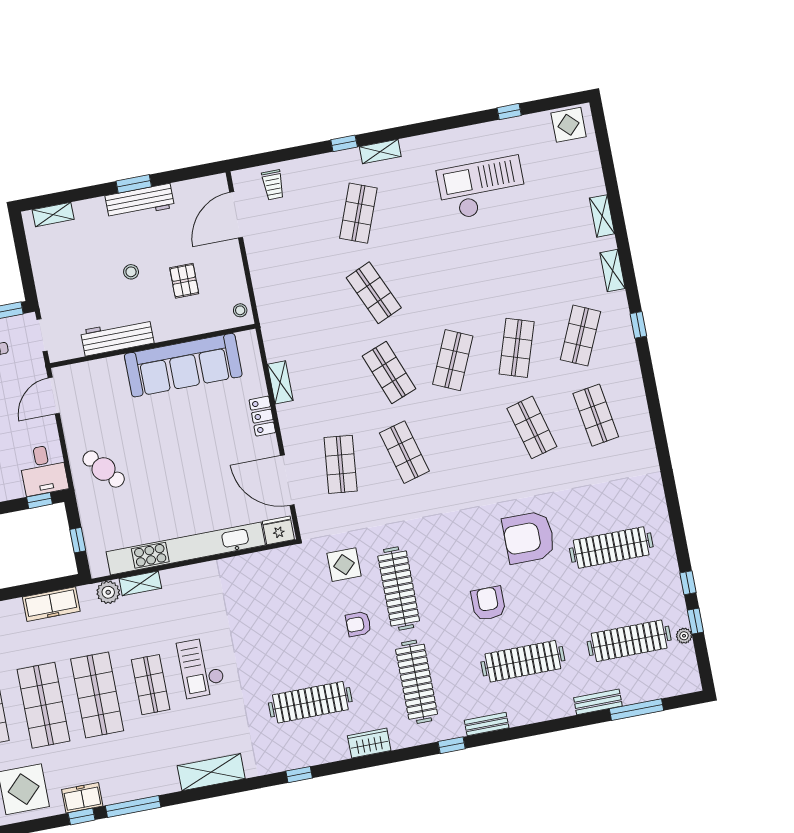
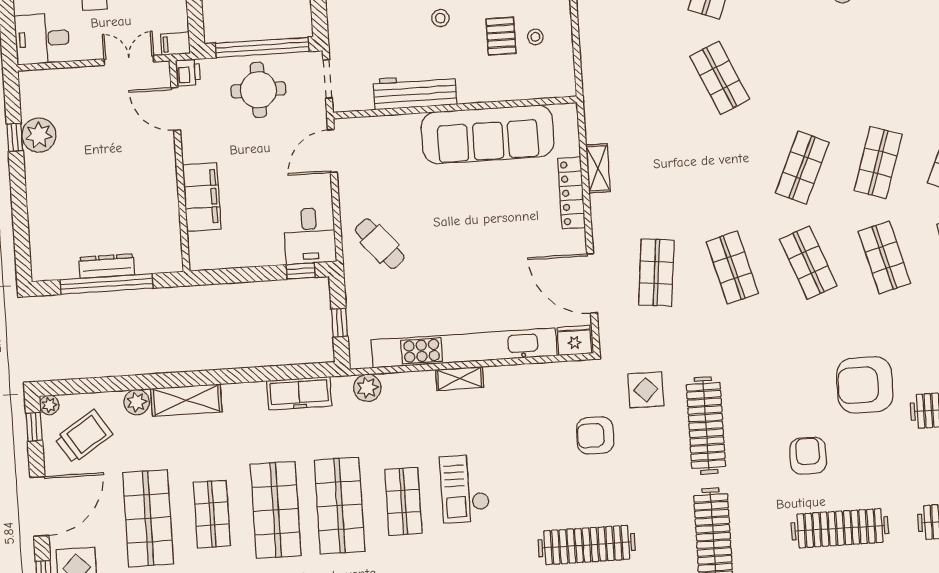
stool: (240, 310) -> (535, 37), moved
shop shelf: (389, 372) -> (808, 262), moved
locker: (262, 416) -> (571, 193), width x1.53
shelving: (140, 583) -> (460, 378), moved
armchair: (358, 624) -> (595, 435), moved, width x1.38, depth x1.38

